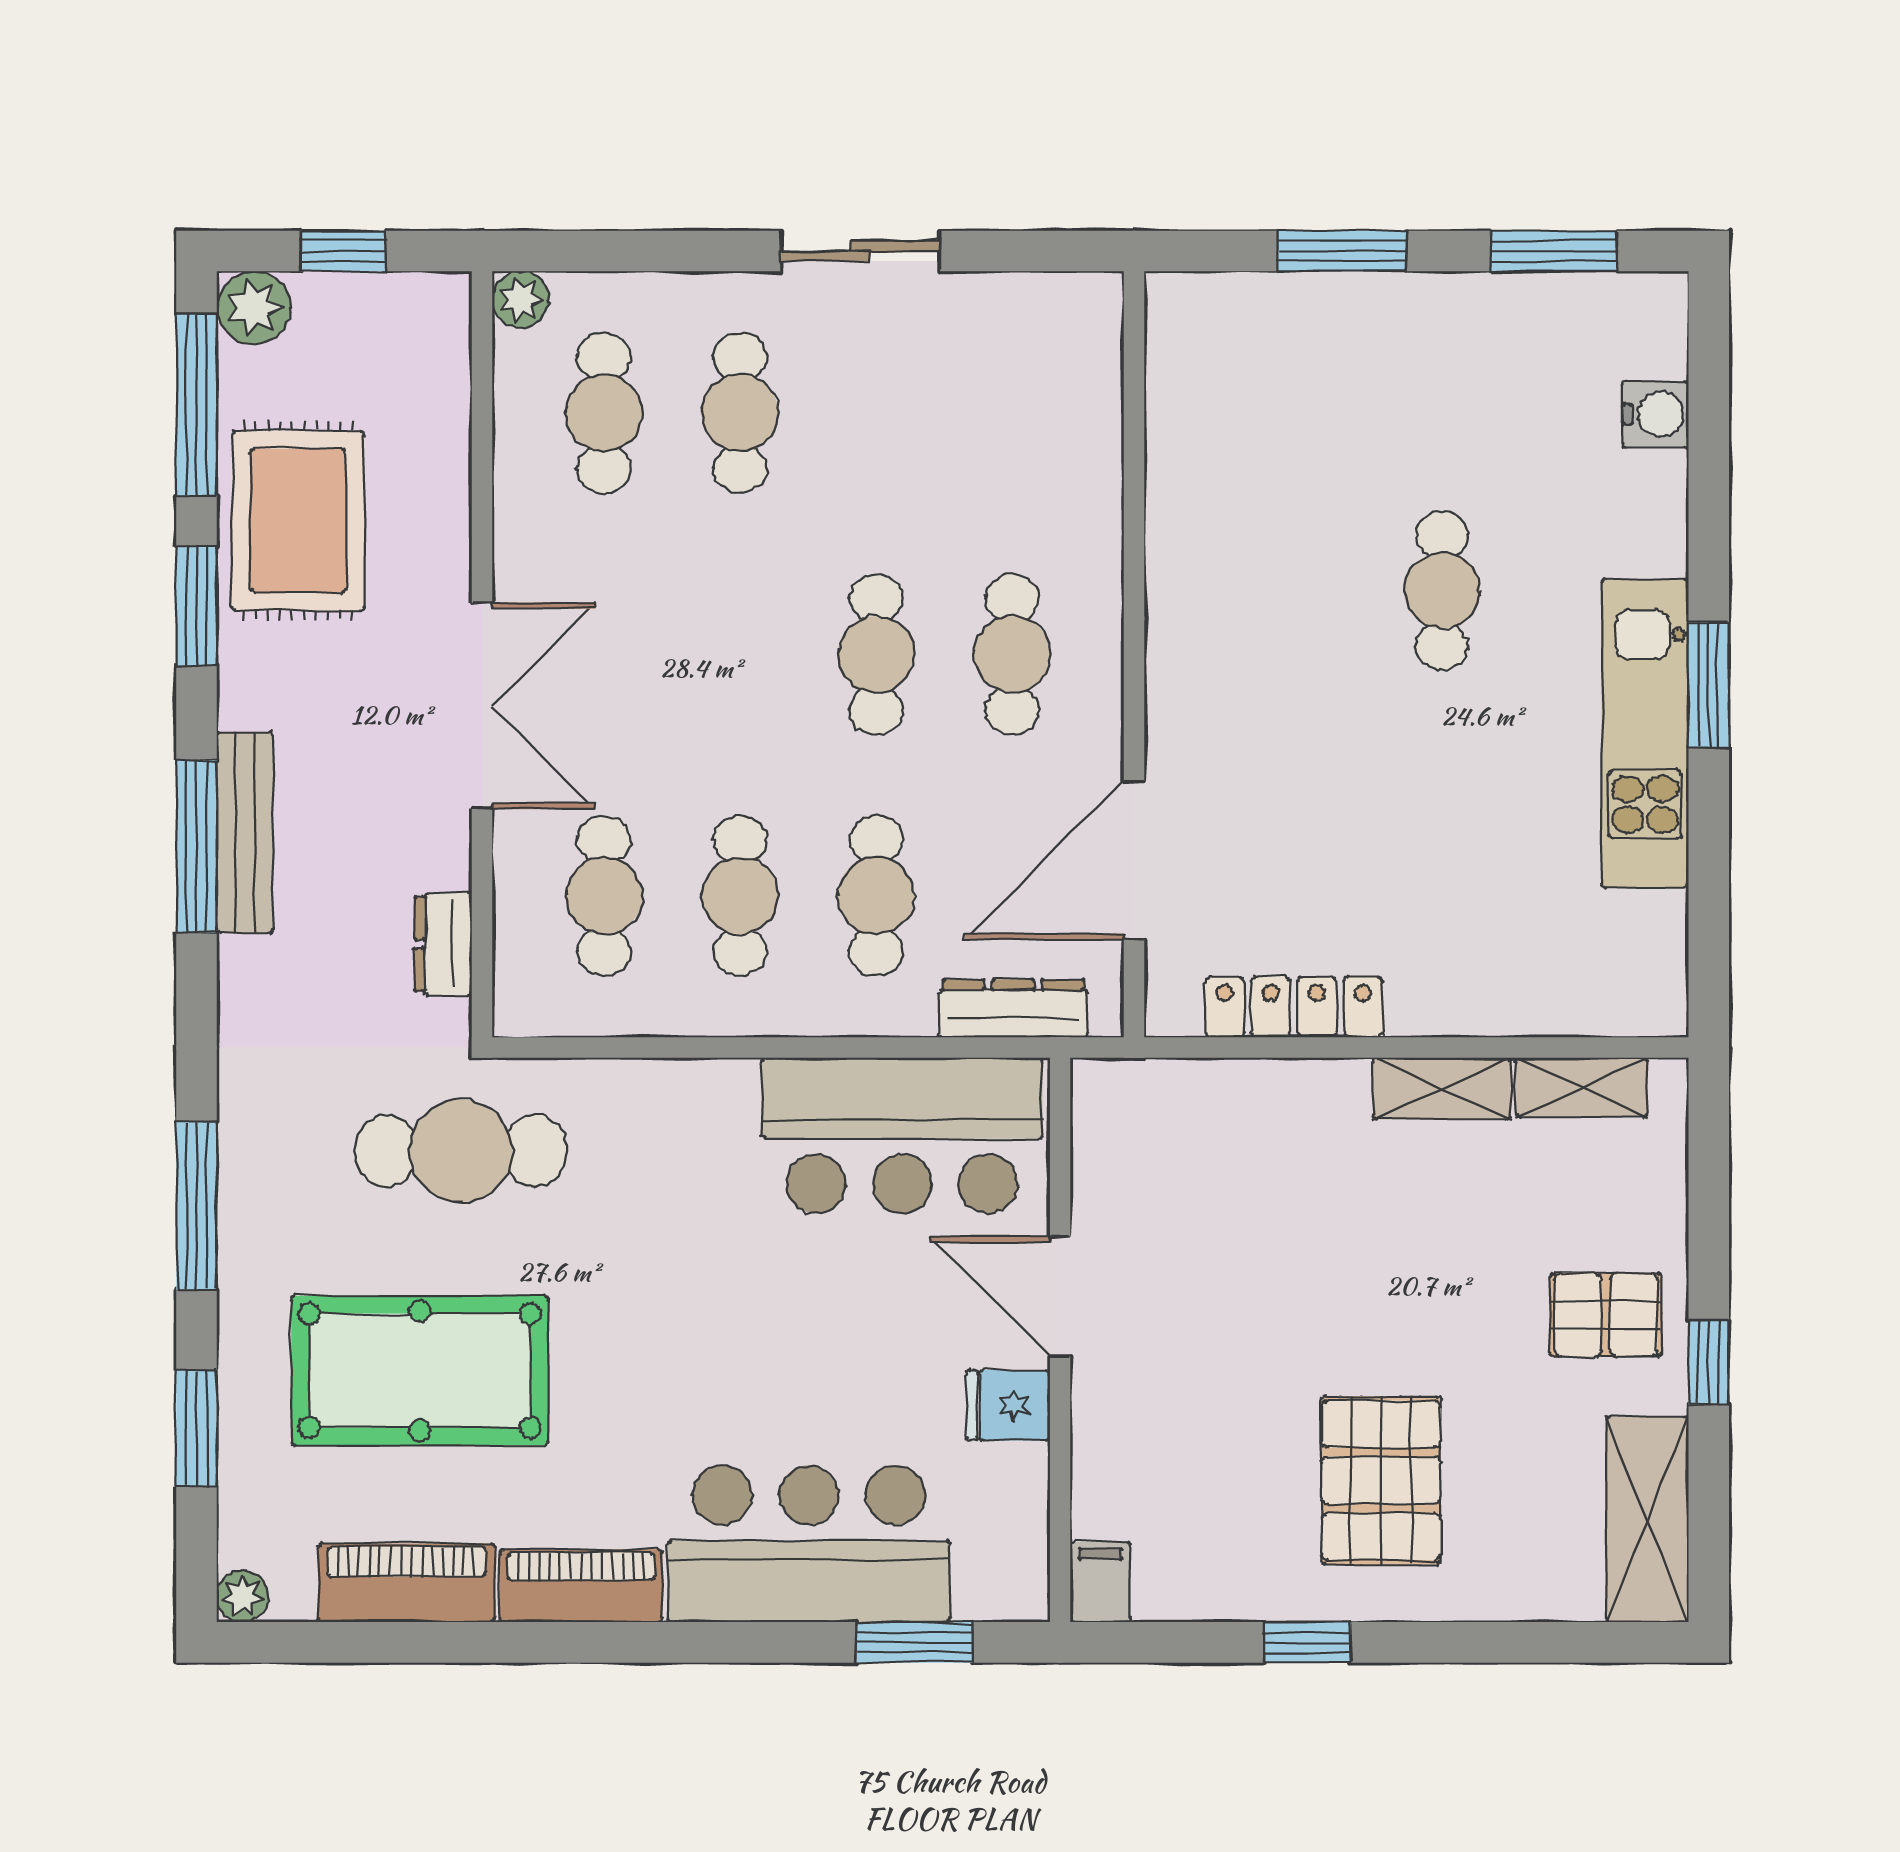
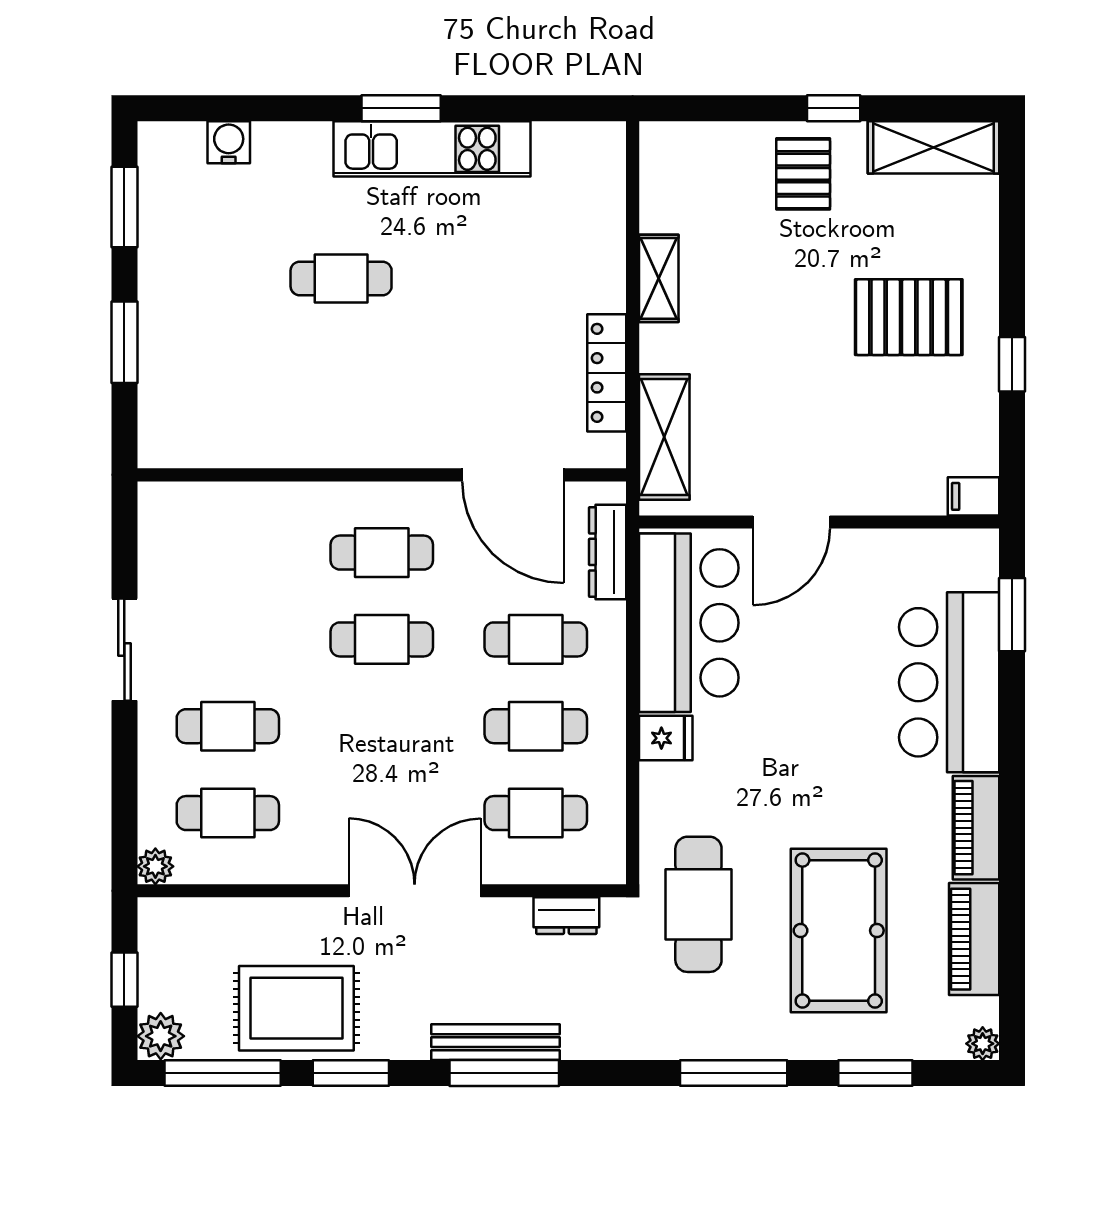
shelving: (1581, 1087) -> (664, 437), moved, width x1.50, depth x1.33
fridge: (1008, 1405) -> (666, 738), moved, turned -90

